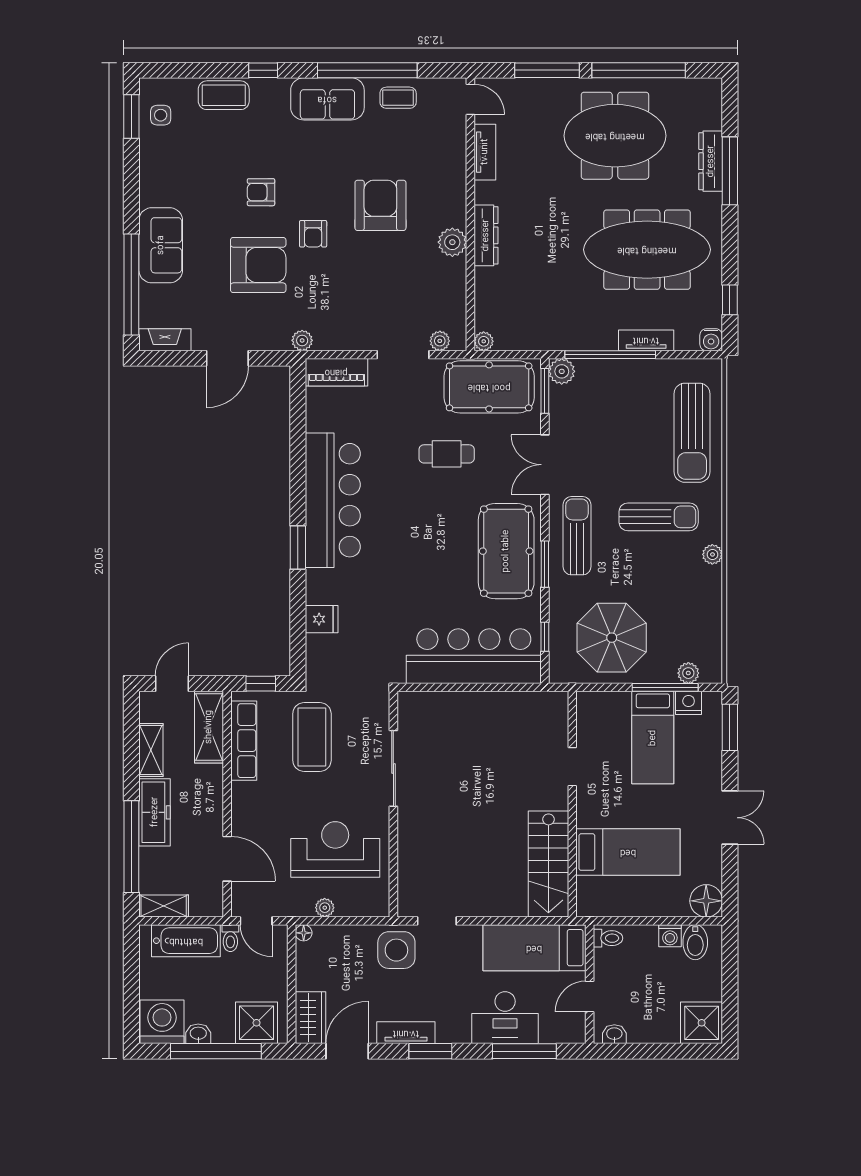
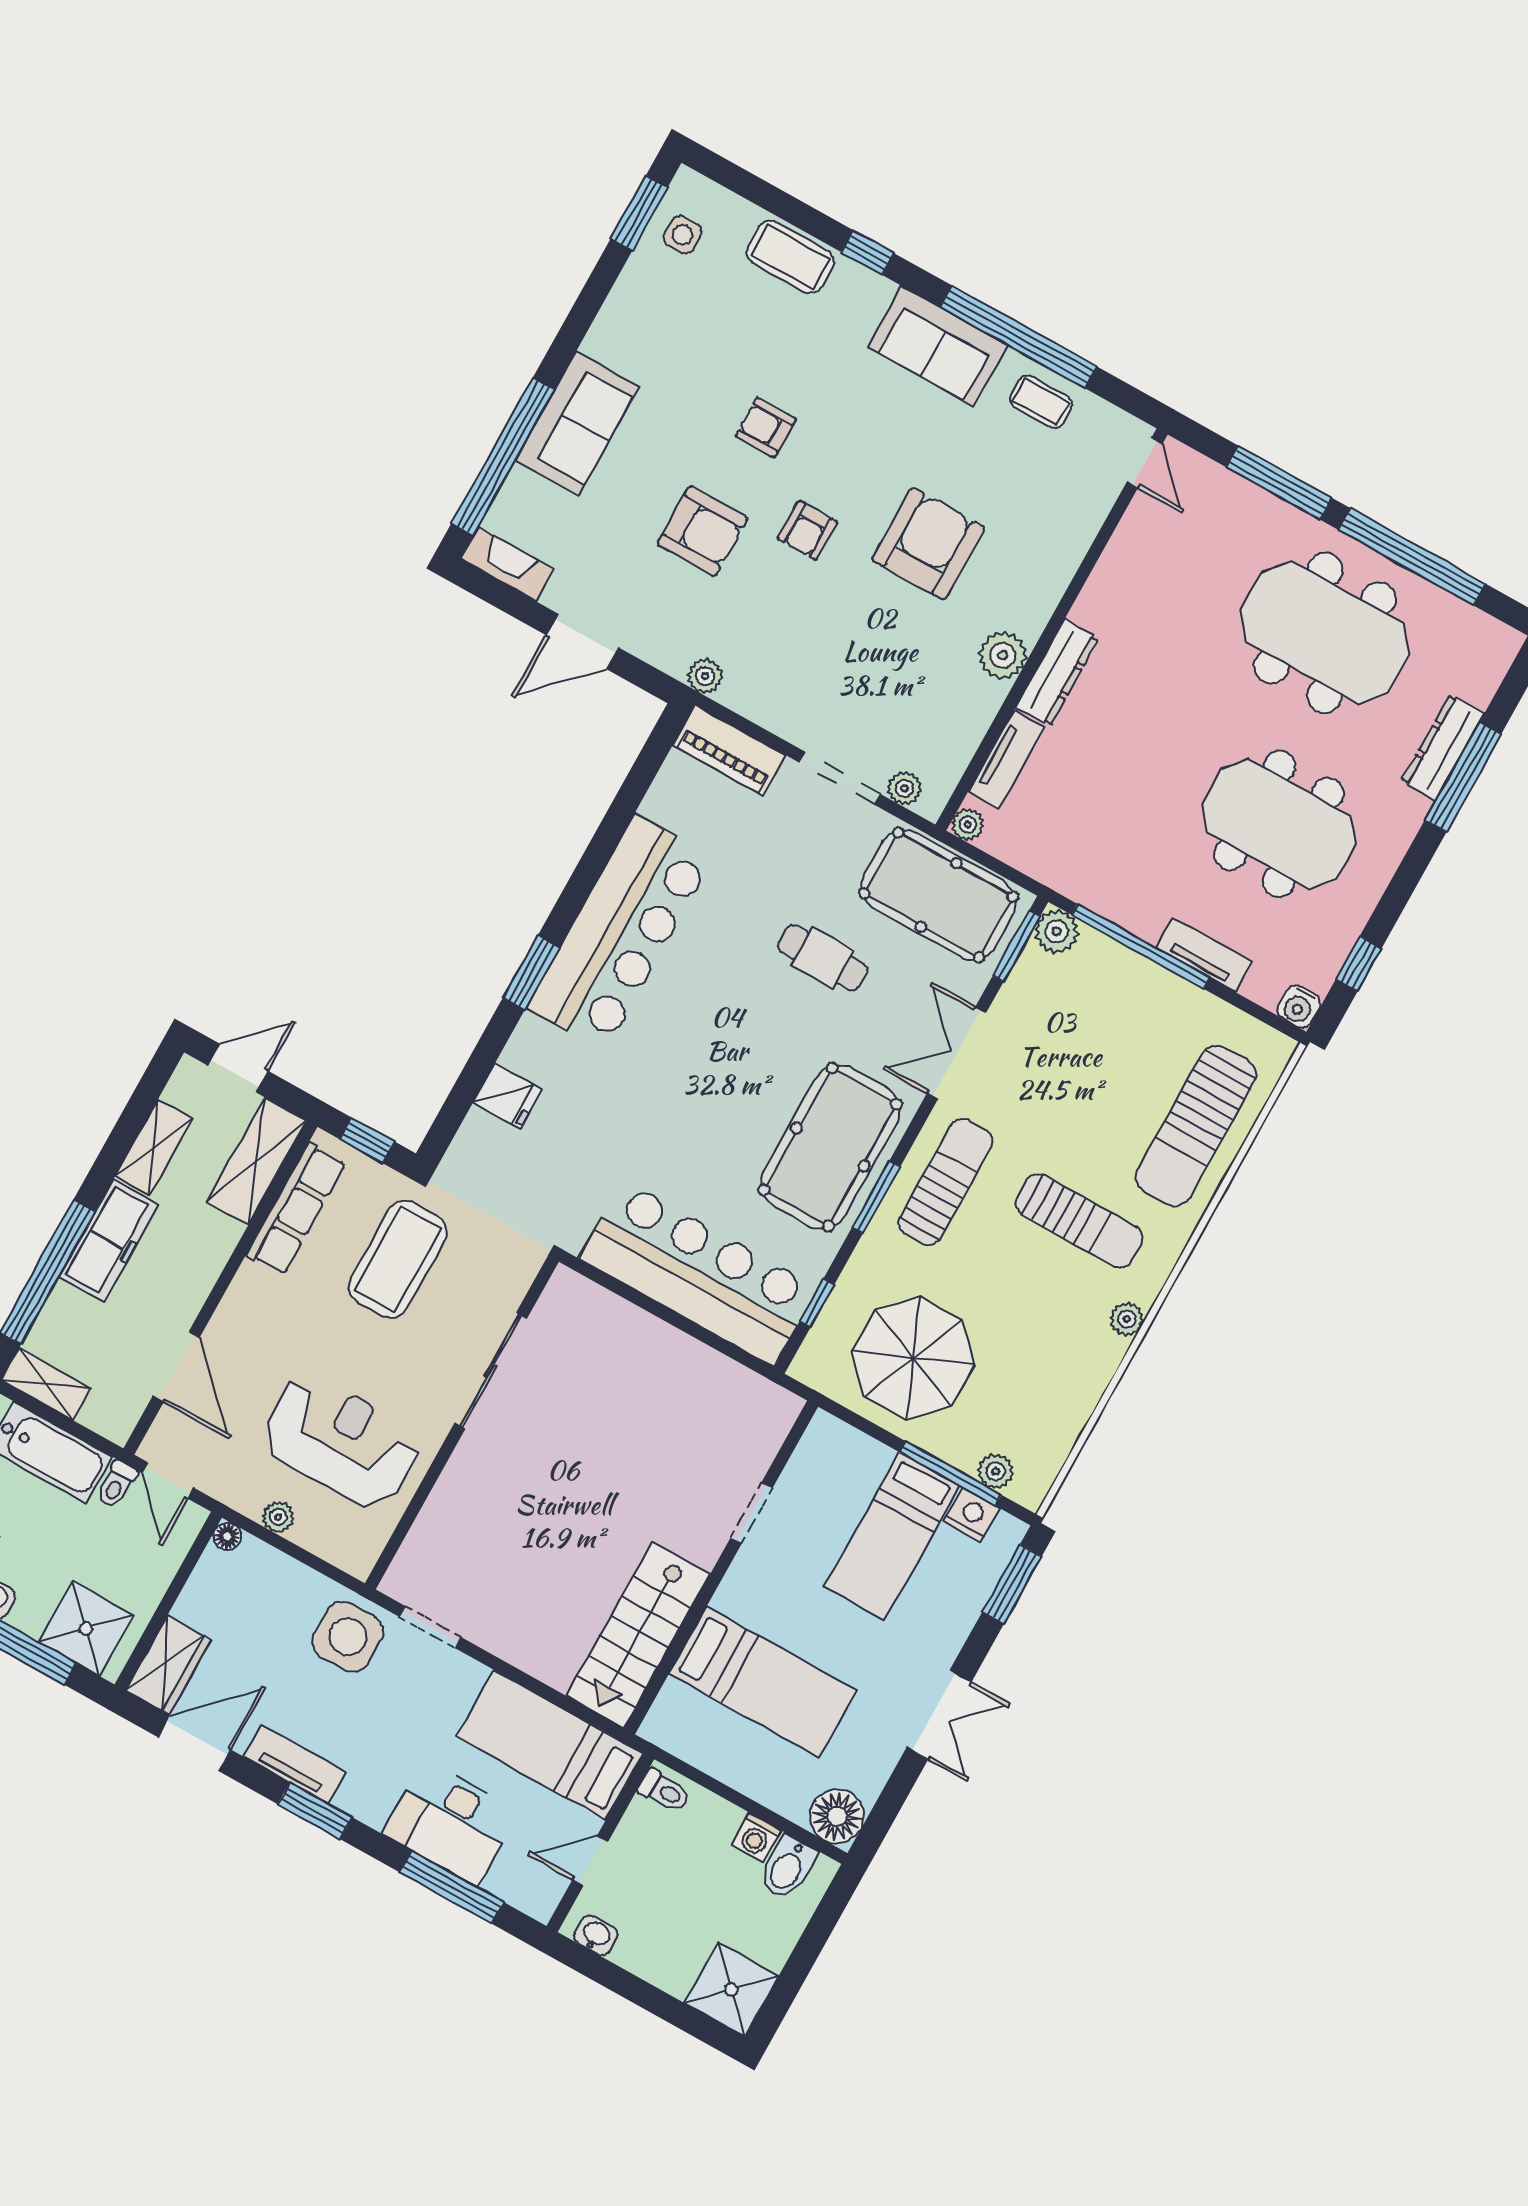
tv unit: (485, 152) -> (1006, 760), moved
meeting table: (647, 250) -> (1279, 824), width x0.73
armchair: (258, 265) -> (703, 531), width x0.73, depth x0.73

